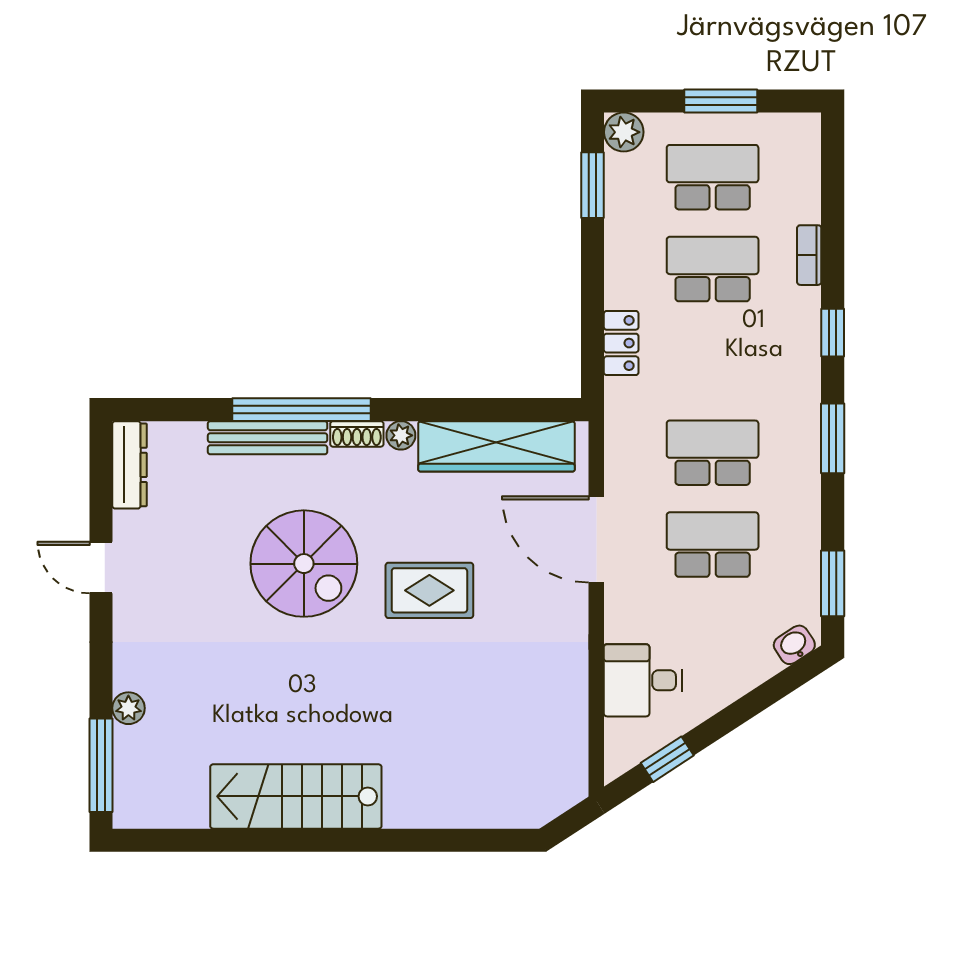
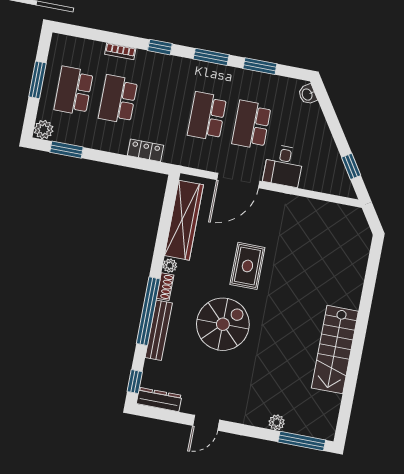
window: (156, 410) -> (135, 382), added
window: (833, 583) -> (260, 66), moved
desk: (643, 680) -> (283, 166), moved

